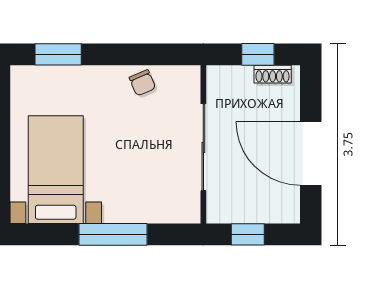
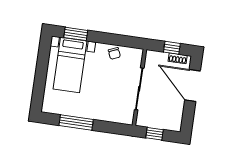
door: (311, 153) -> (193, 85), moved
bed with nightstands: (56, 170) -> (70, 65), moved, turned 180
window: (113, 234) -> (76, 122), moved

